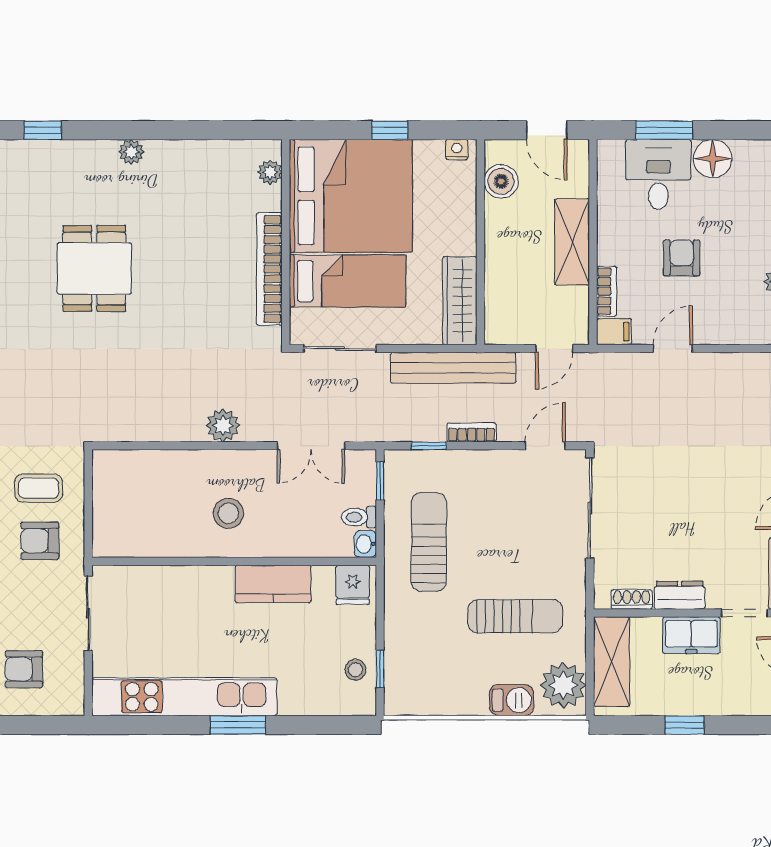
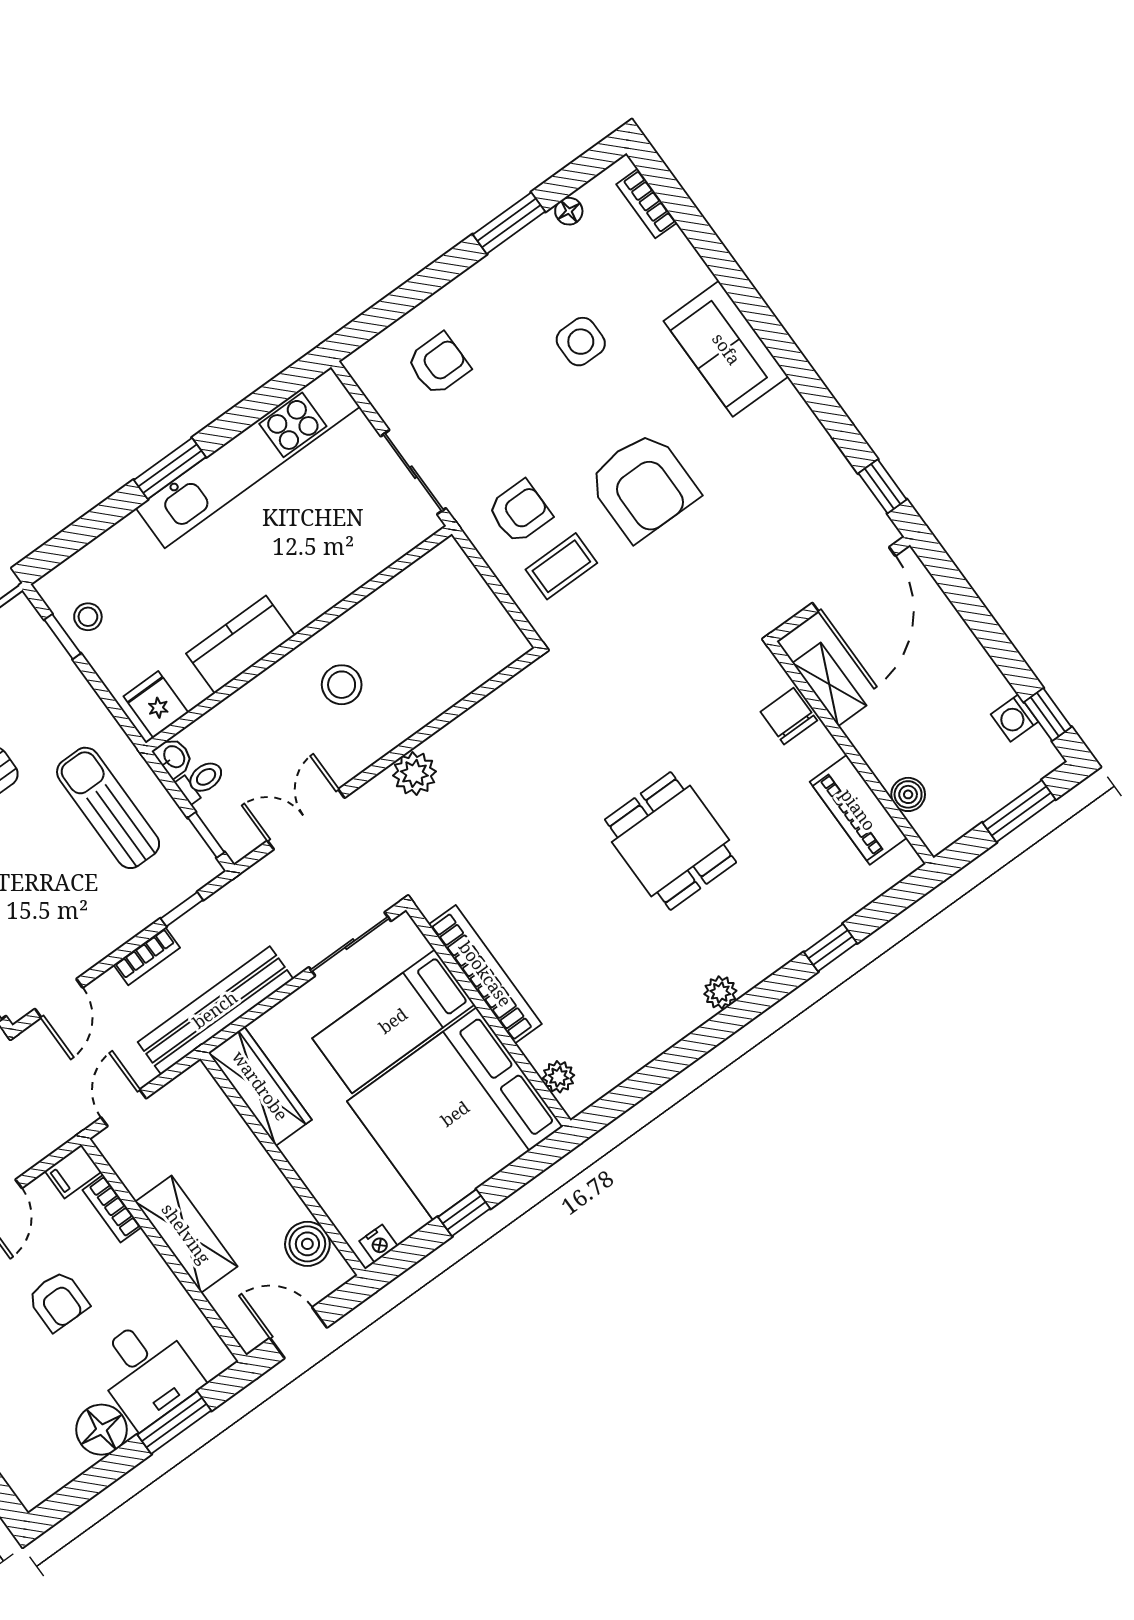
sun lounger: (429, 542) -> (108, 808), turned 180

